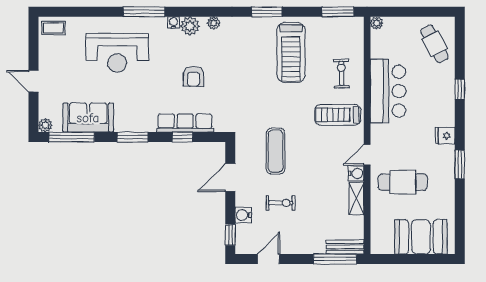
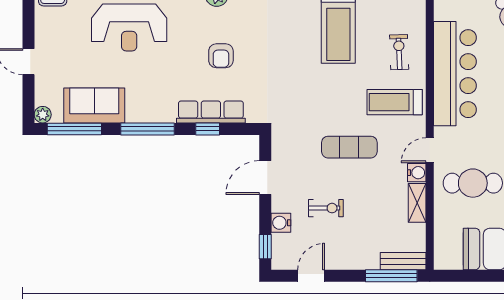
bar counter: (388, 91) -> (455, 74), width x1.36
window: (132, 137) -> (148, 129), width x1.44
exercise mat: (276, 151) -> (349, 147), moved, turned 90

